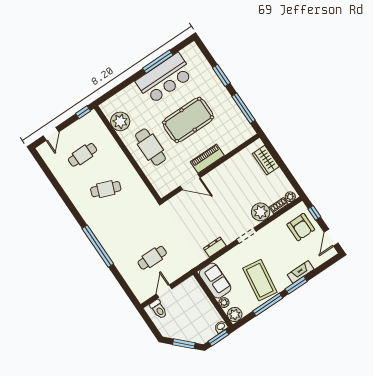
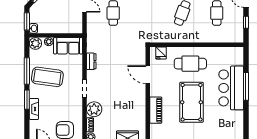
window: (158, 62) -> (246, 86), moved
bar counter: (165, 78) -> (231, 88), moved
window: (83, 112) -> (246, 22), moved
plant: (120, 121) -> (222, 55), removed
piano: (207, 159) -> (156, 110), moved
door: (190, 182) -> (148, 75), hinge flipped
fridge: (160, 183) -> (161, 53), added

